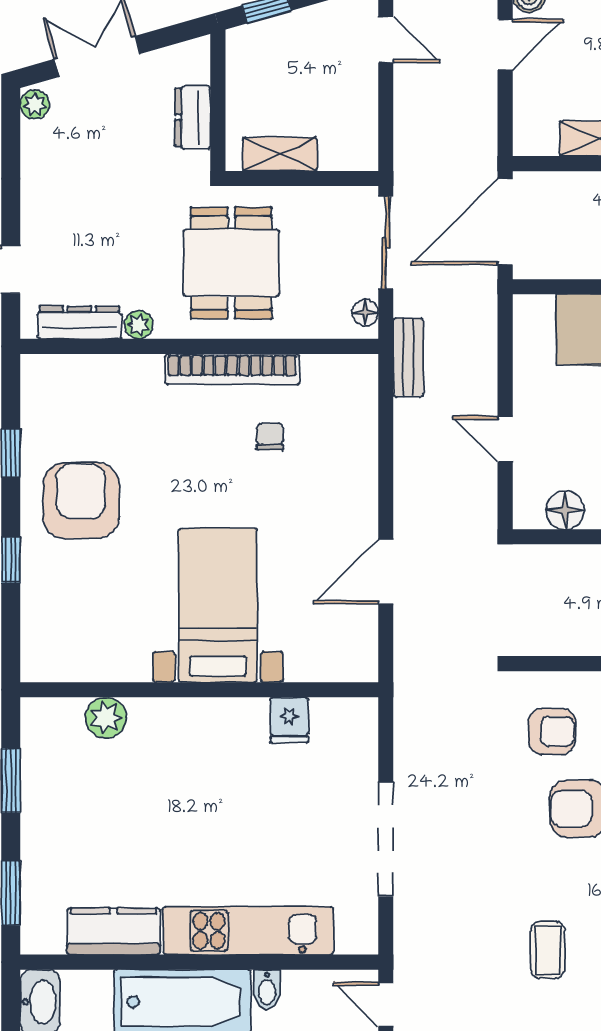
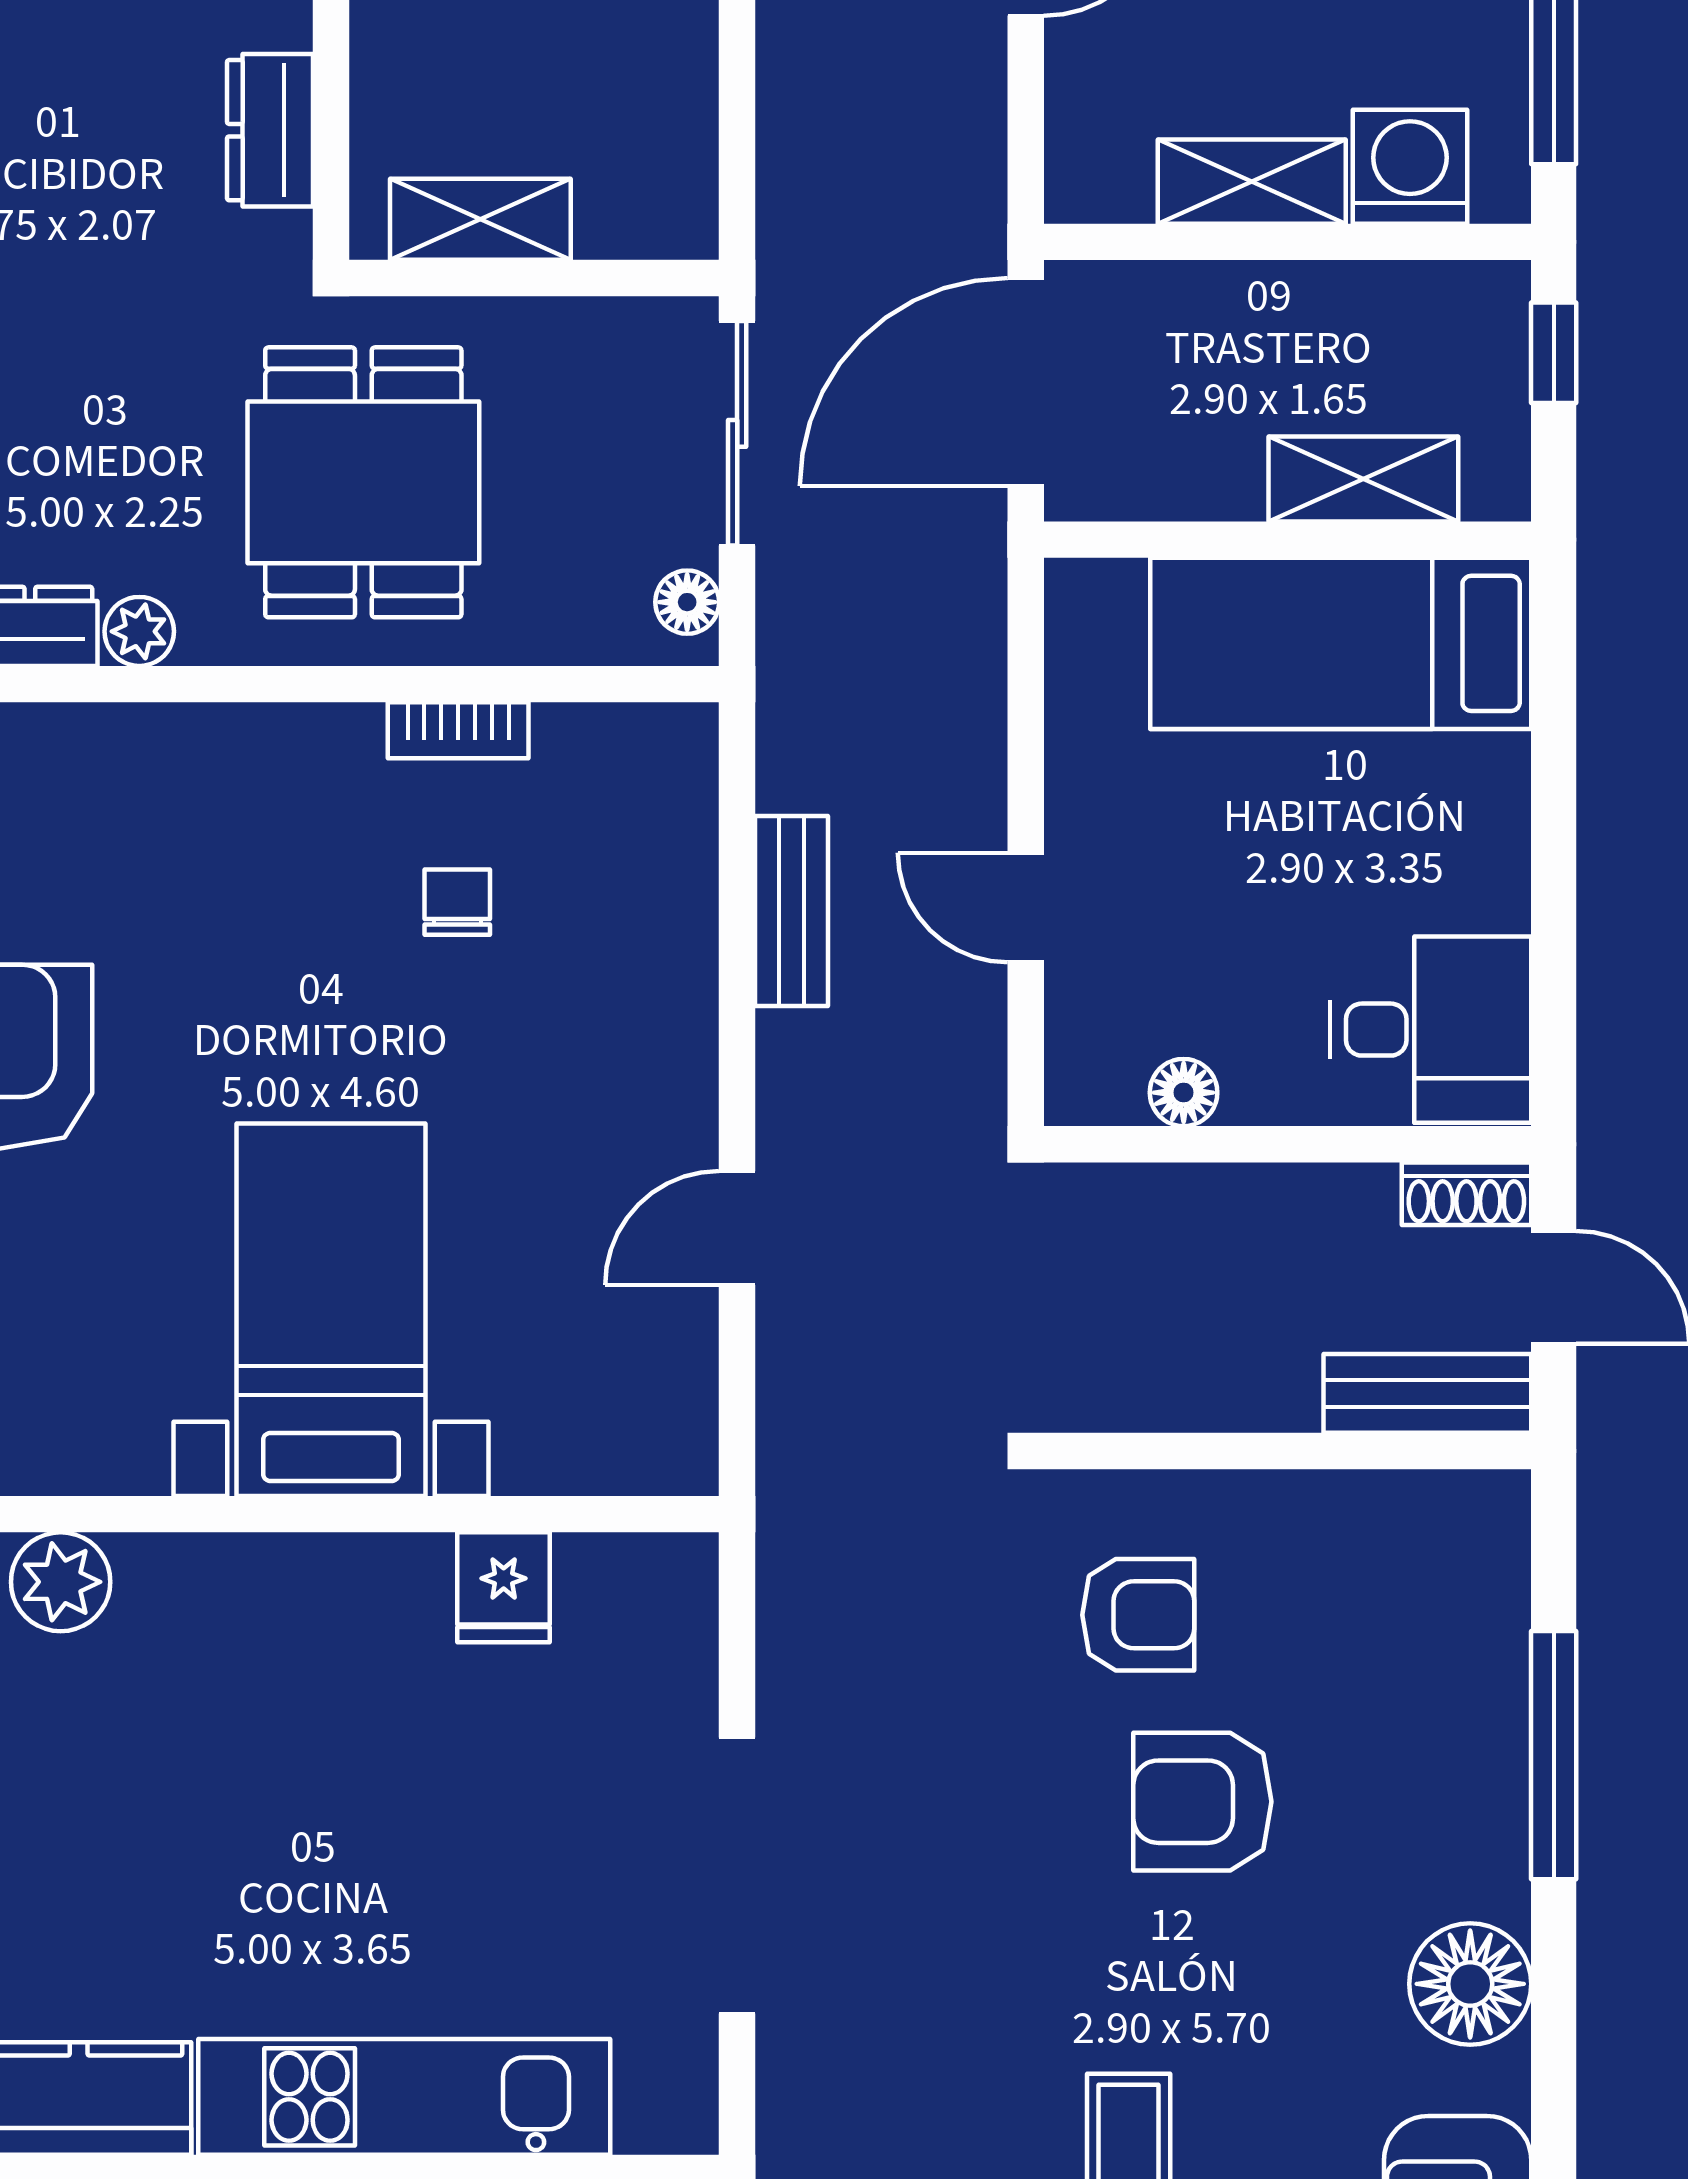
bench: (408, 357) -> (791, 911), moved
bookcase: (232, 369) -> (458, 730), width x0.43, depth x0.76
floor lamp: (565, 510) -> (1184, 1093), width x0.73, depth x0.73
door: (386, 571) -> (737, 1228), width x0.73

